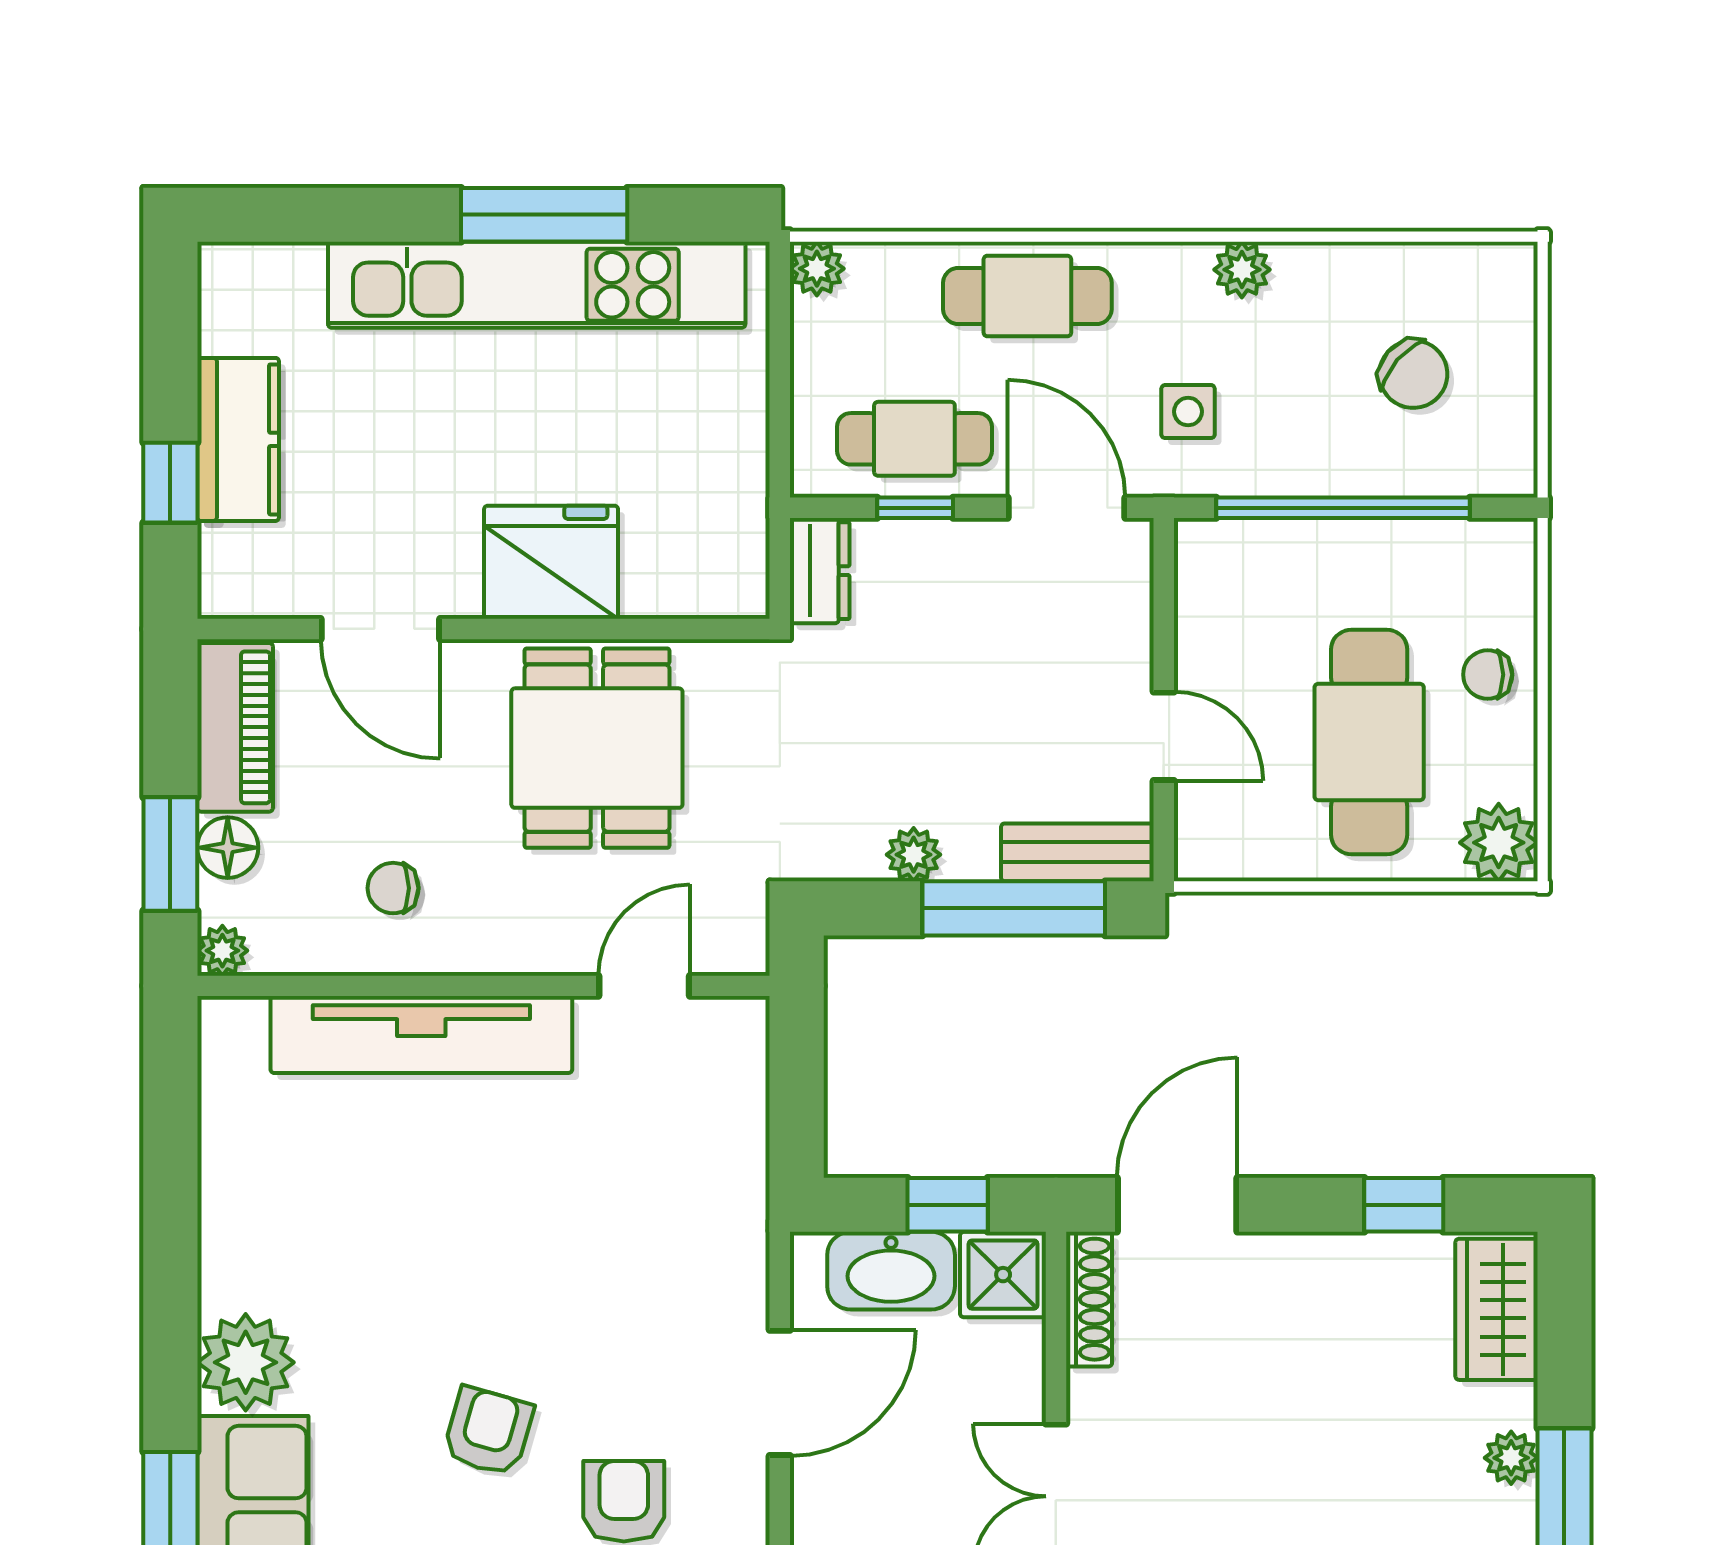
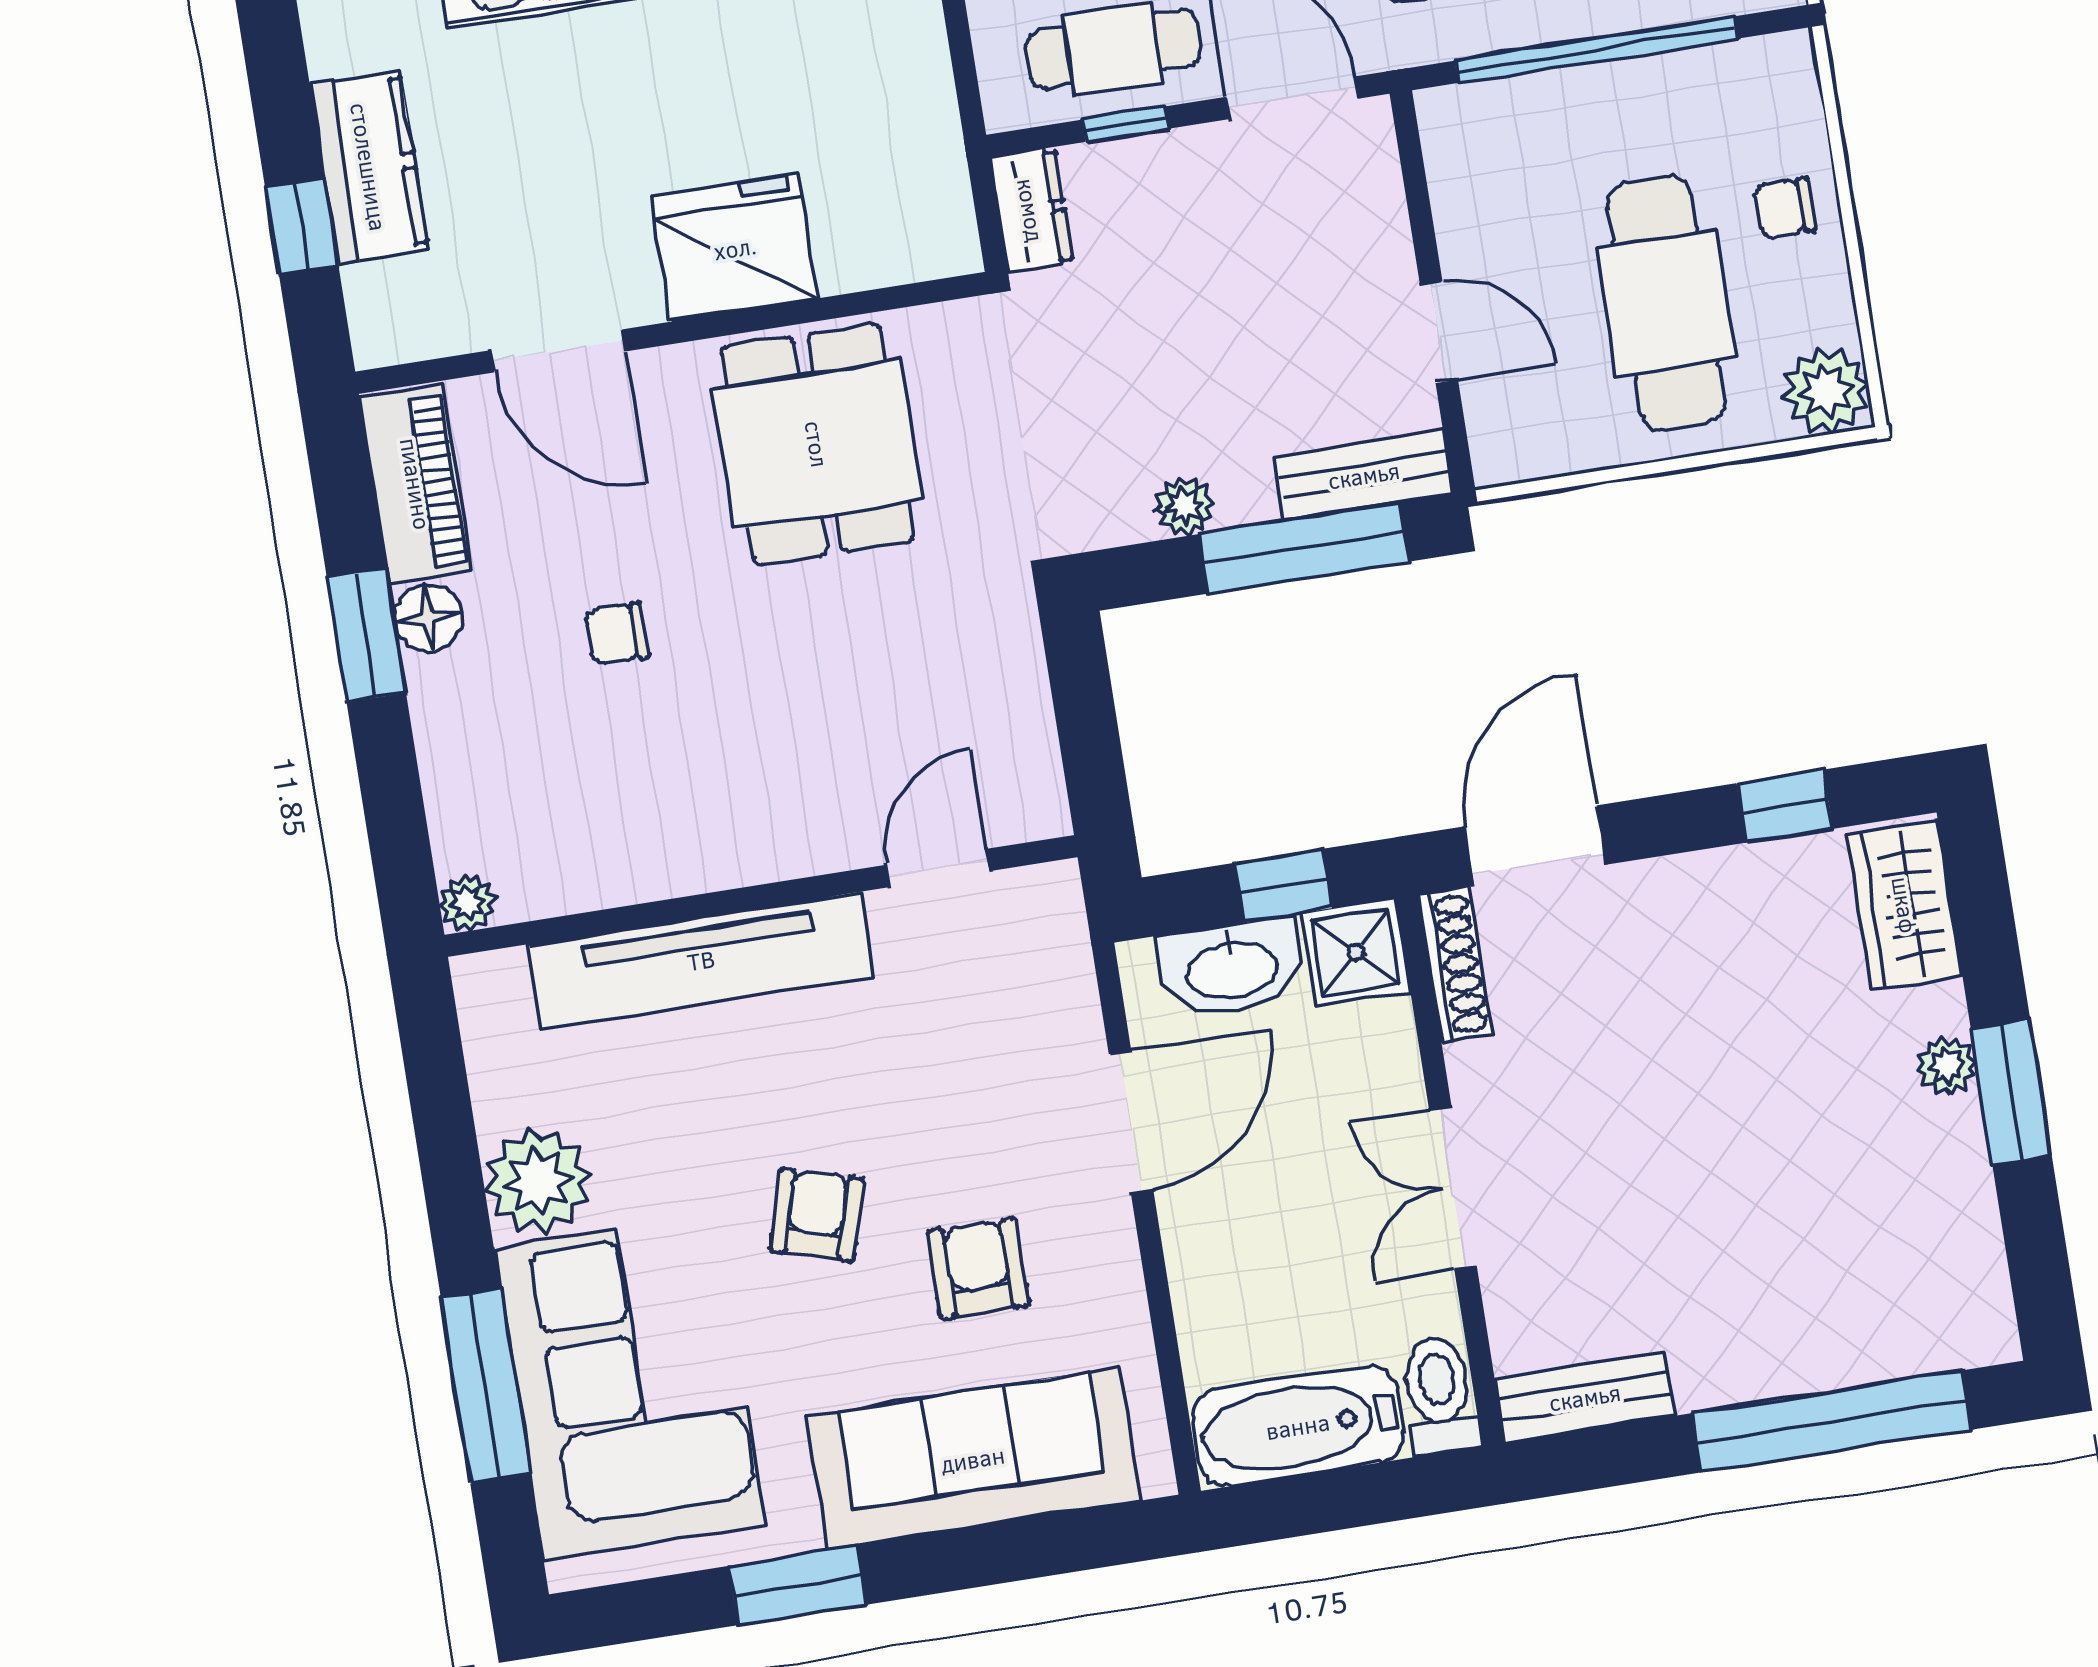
plant: (222, 951) -> (468, 903), moved
wall: (484, 986) -> (761, 896), moved
door: (644, 986) -> (938, 868), moved
tv unit: (421, 1035) -> (701, 960), moved

